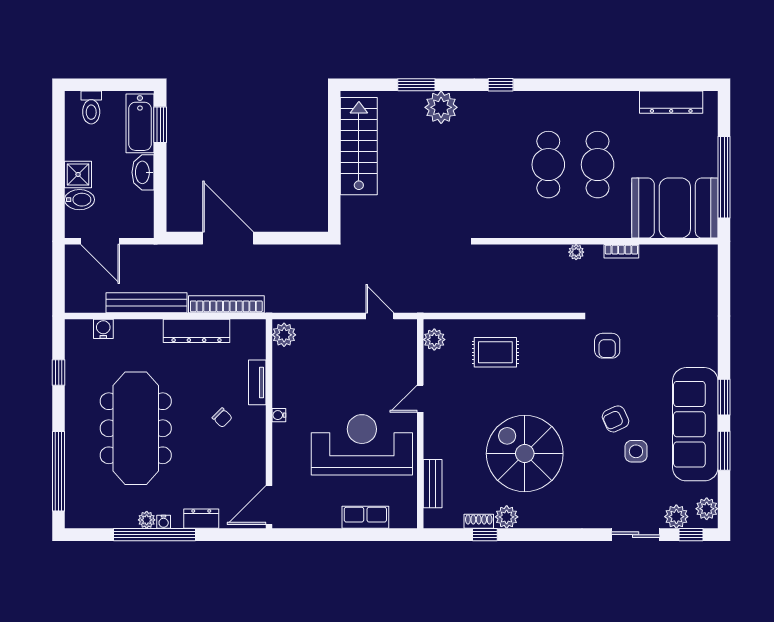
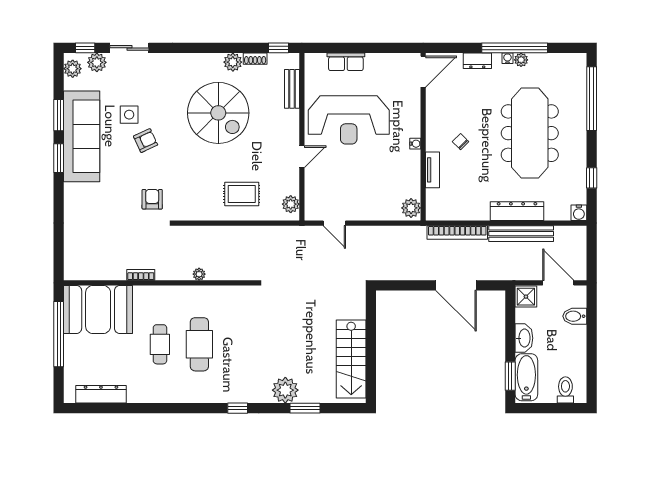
cafe table: (598, 165) -> (160, 344), width x0.73, depth x0.74
shower: (78, 174) -> (526, 297), moved
plant: (576, 252) -> (199, 274), moved
water cooler: (103, 329) -> (579, 213), moved
dresser: (196, 331) -> (517, 211), moved
window: (485, 535) -> (279, 48), moved

